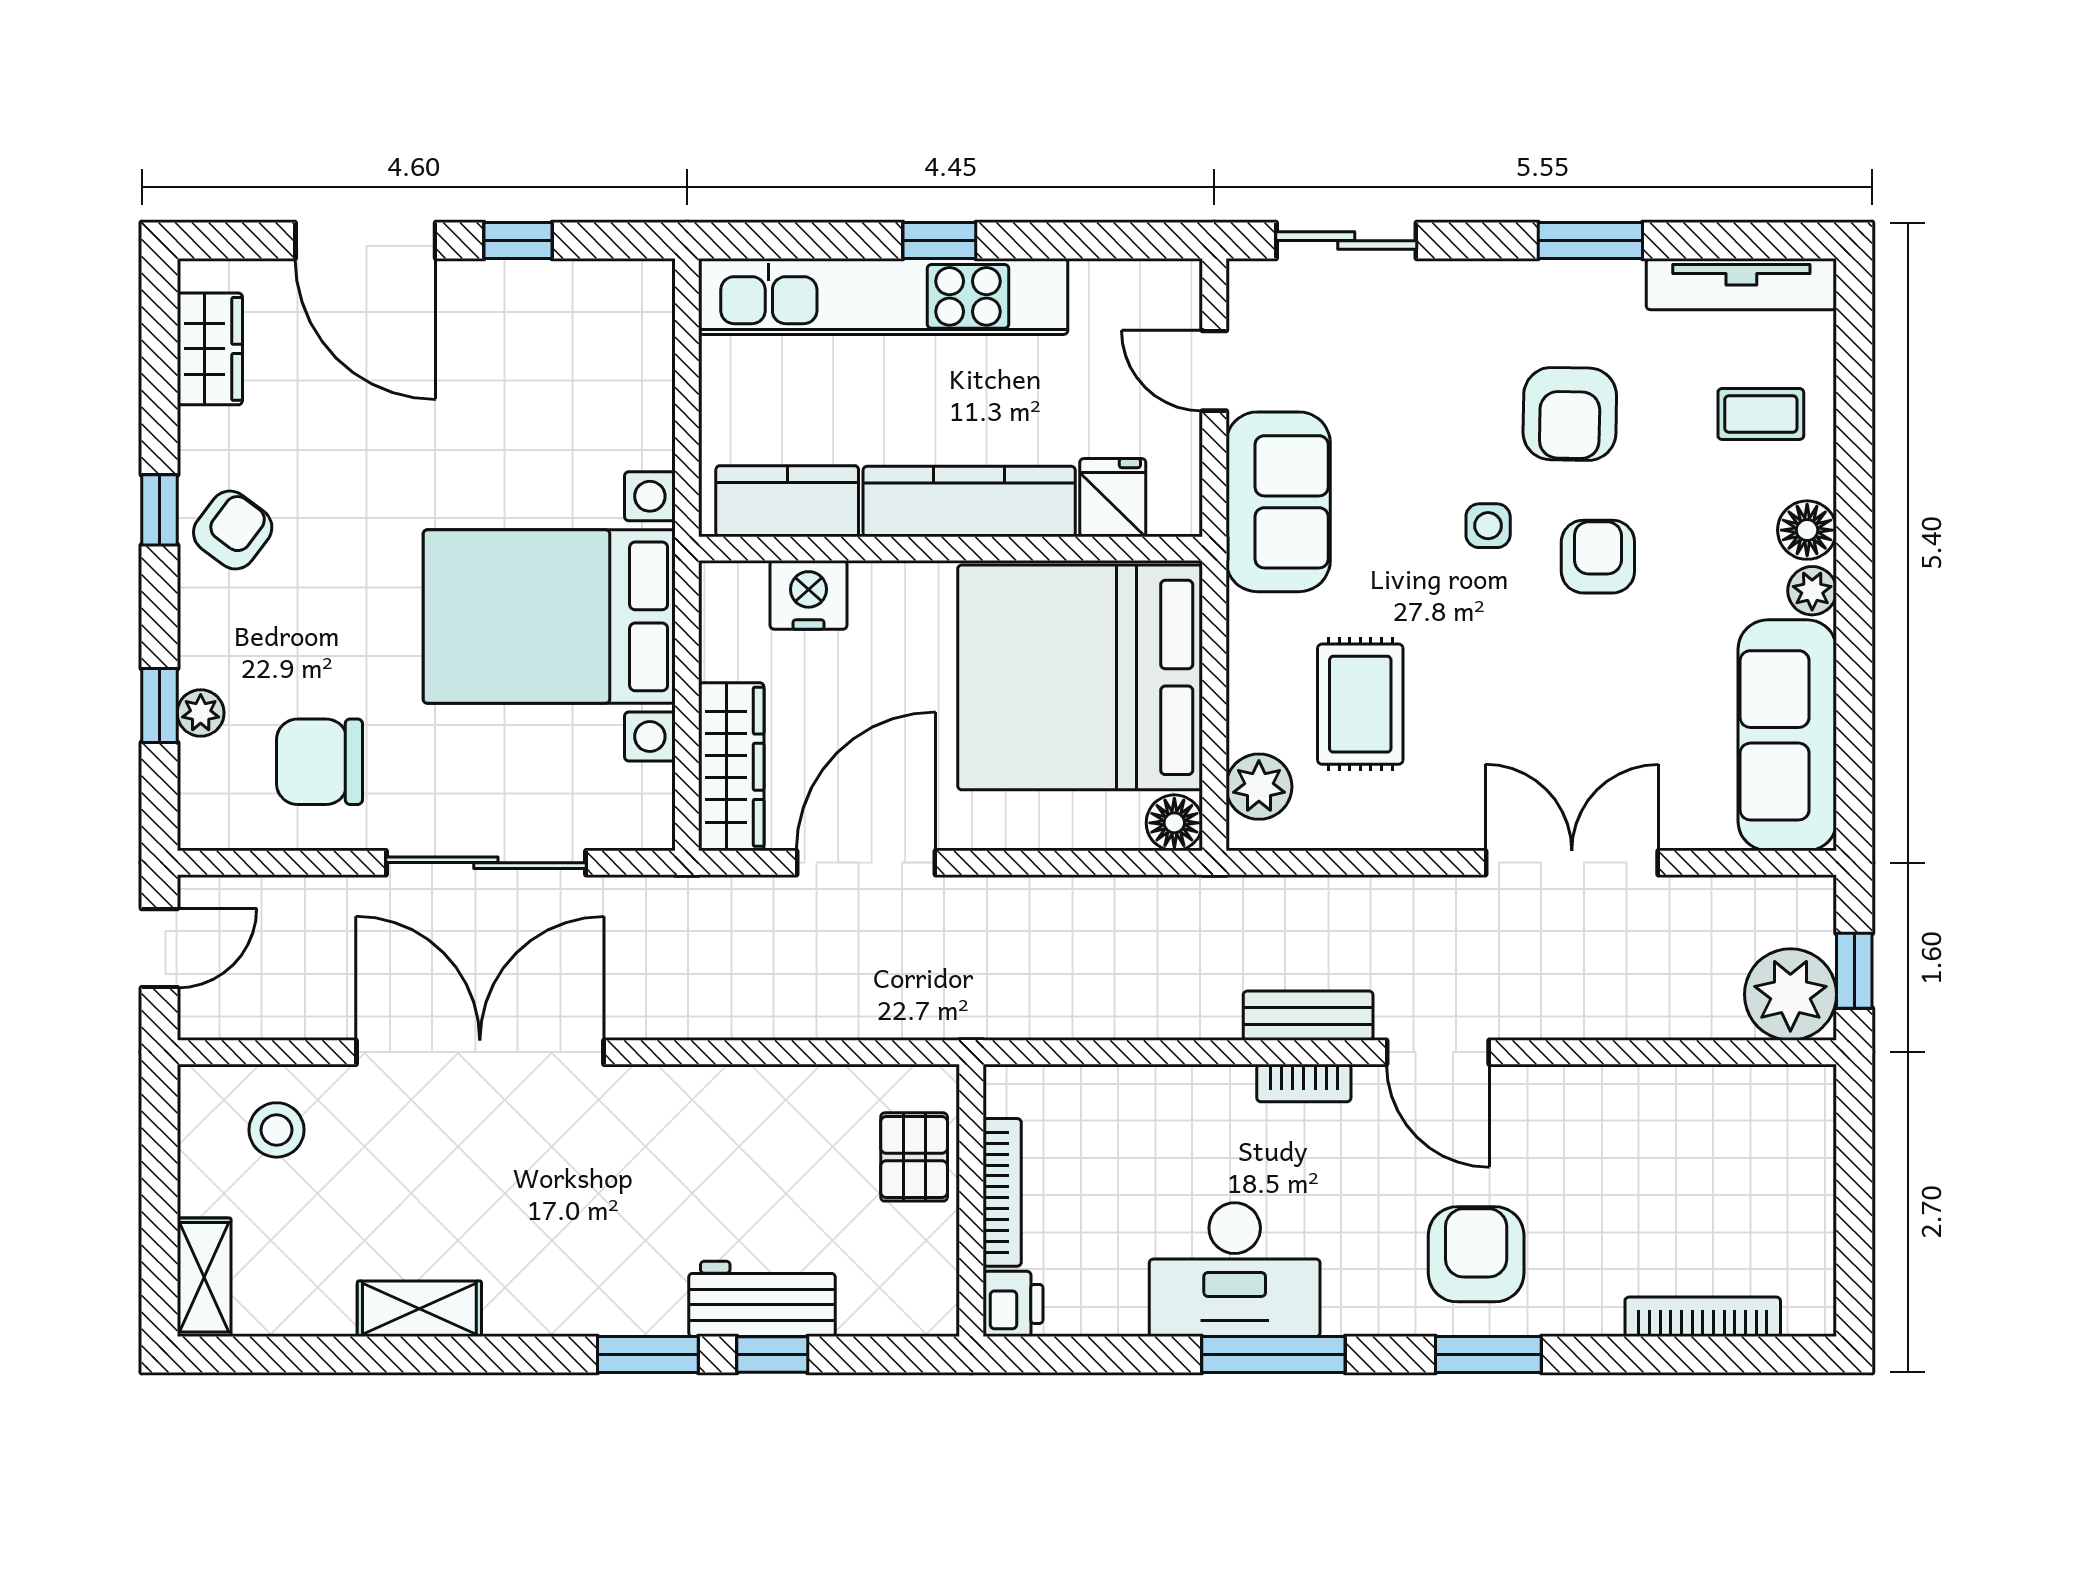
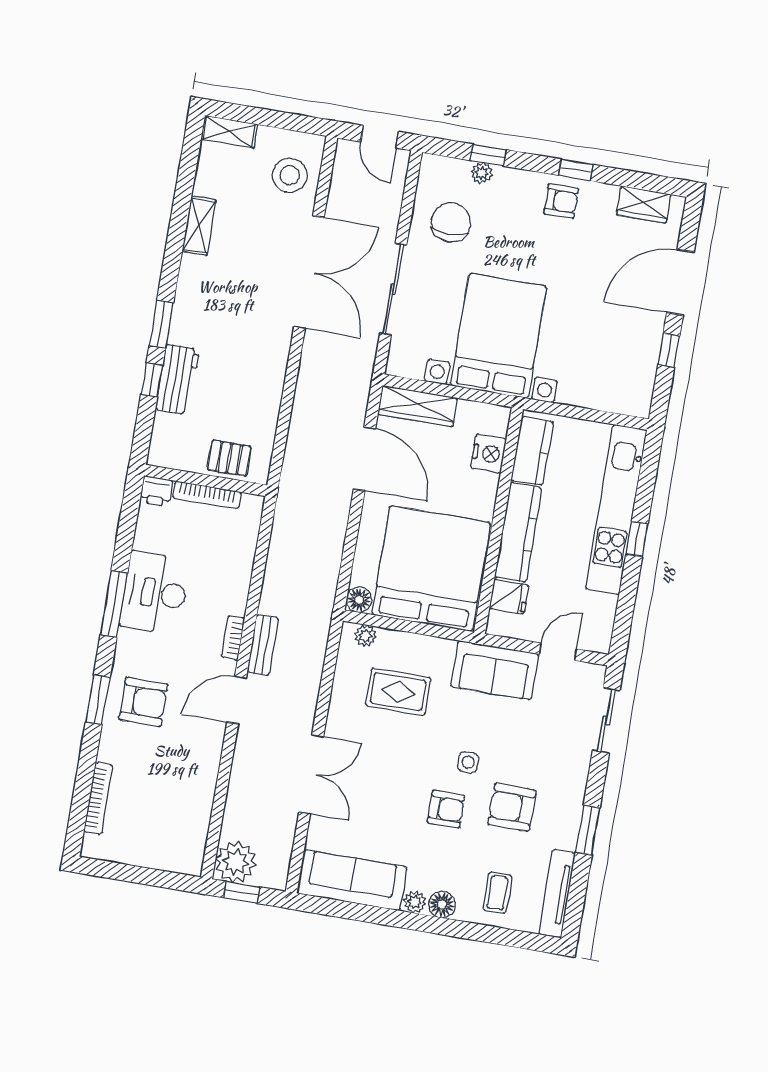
armchair: (233, 530) -> (561, 201), turned -37
plant: (1259, 787) -> (365, 636), width x0.73, depth x0.73
stool: (277, 1130) -> (290, 175), width x1.38, depth x1.38

